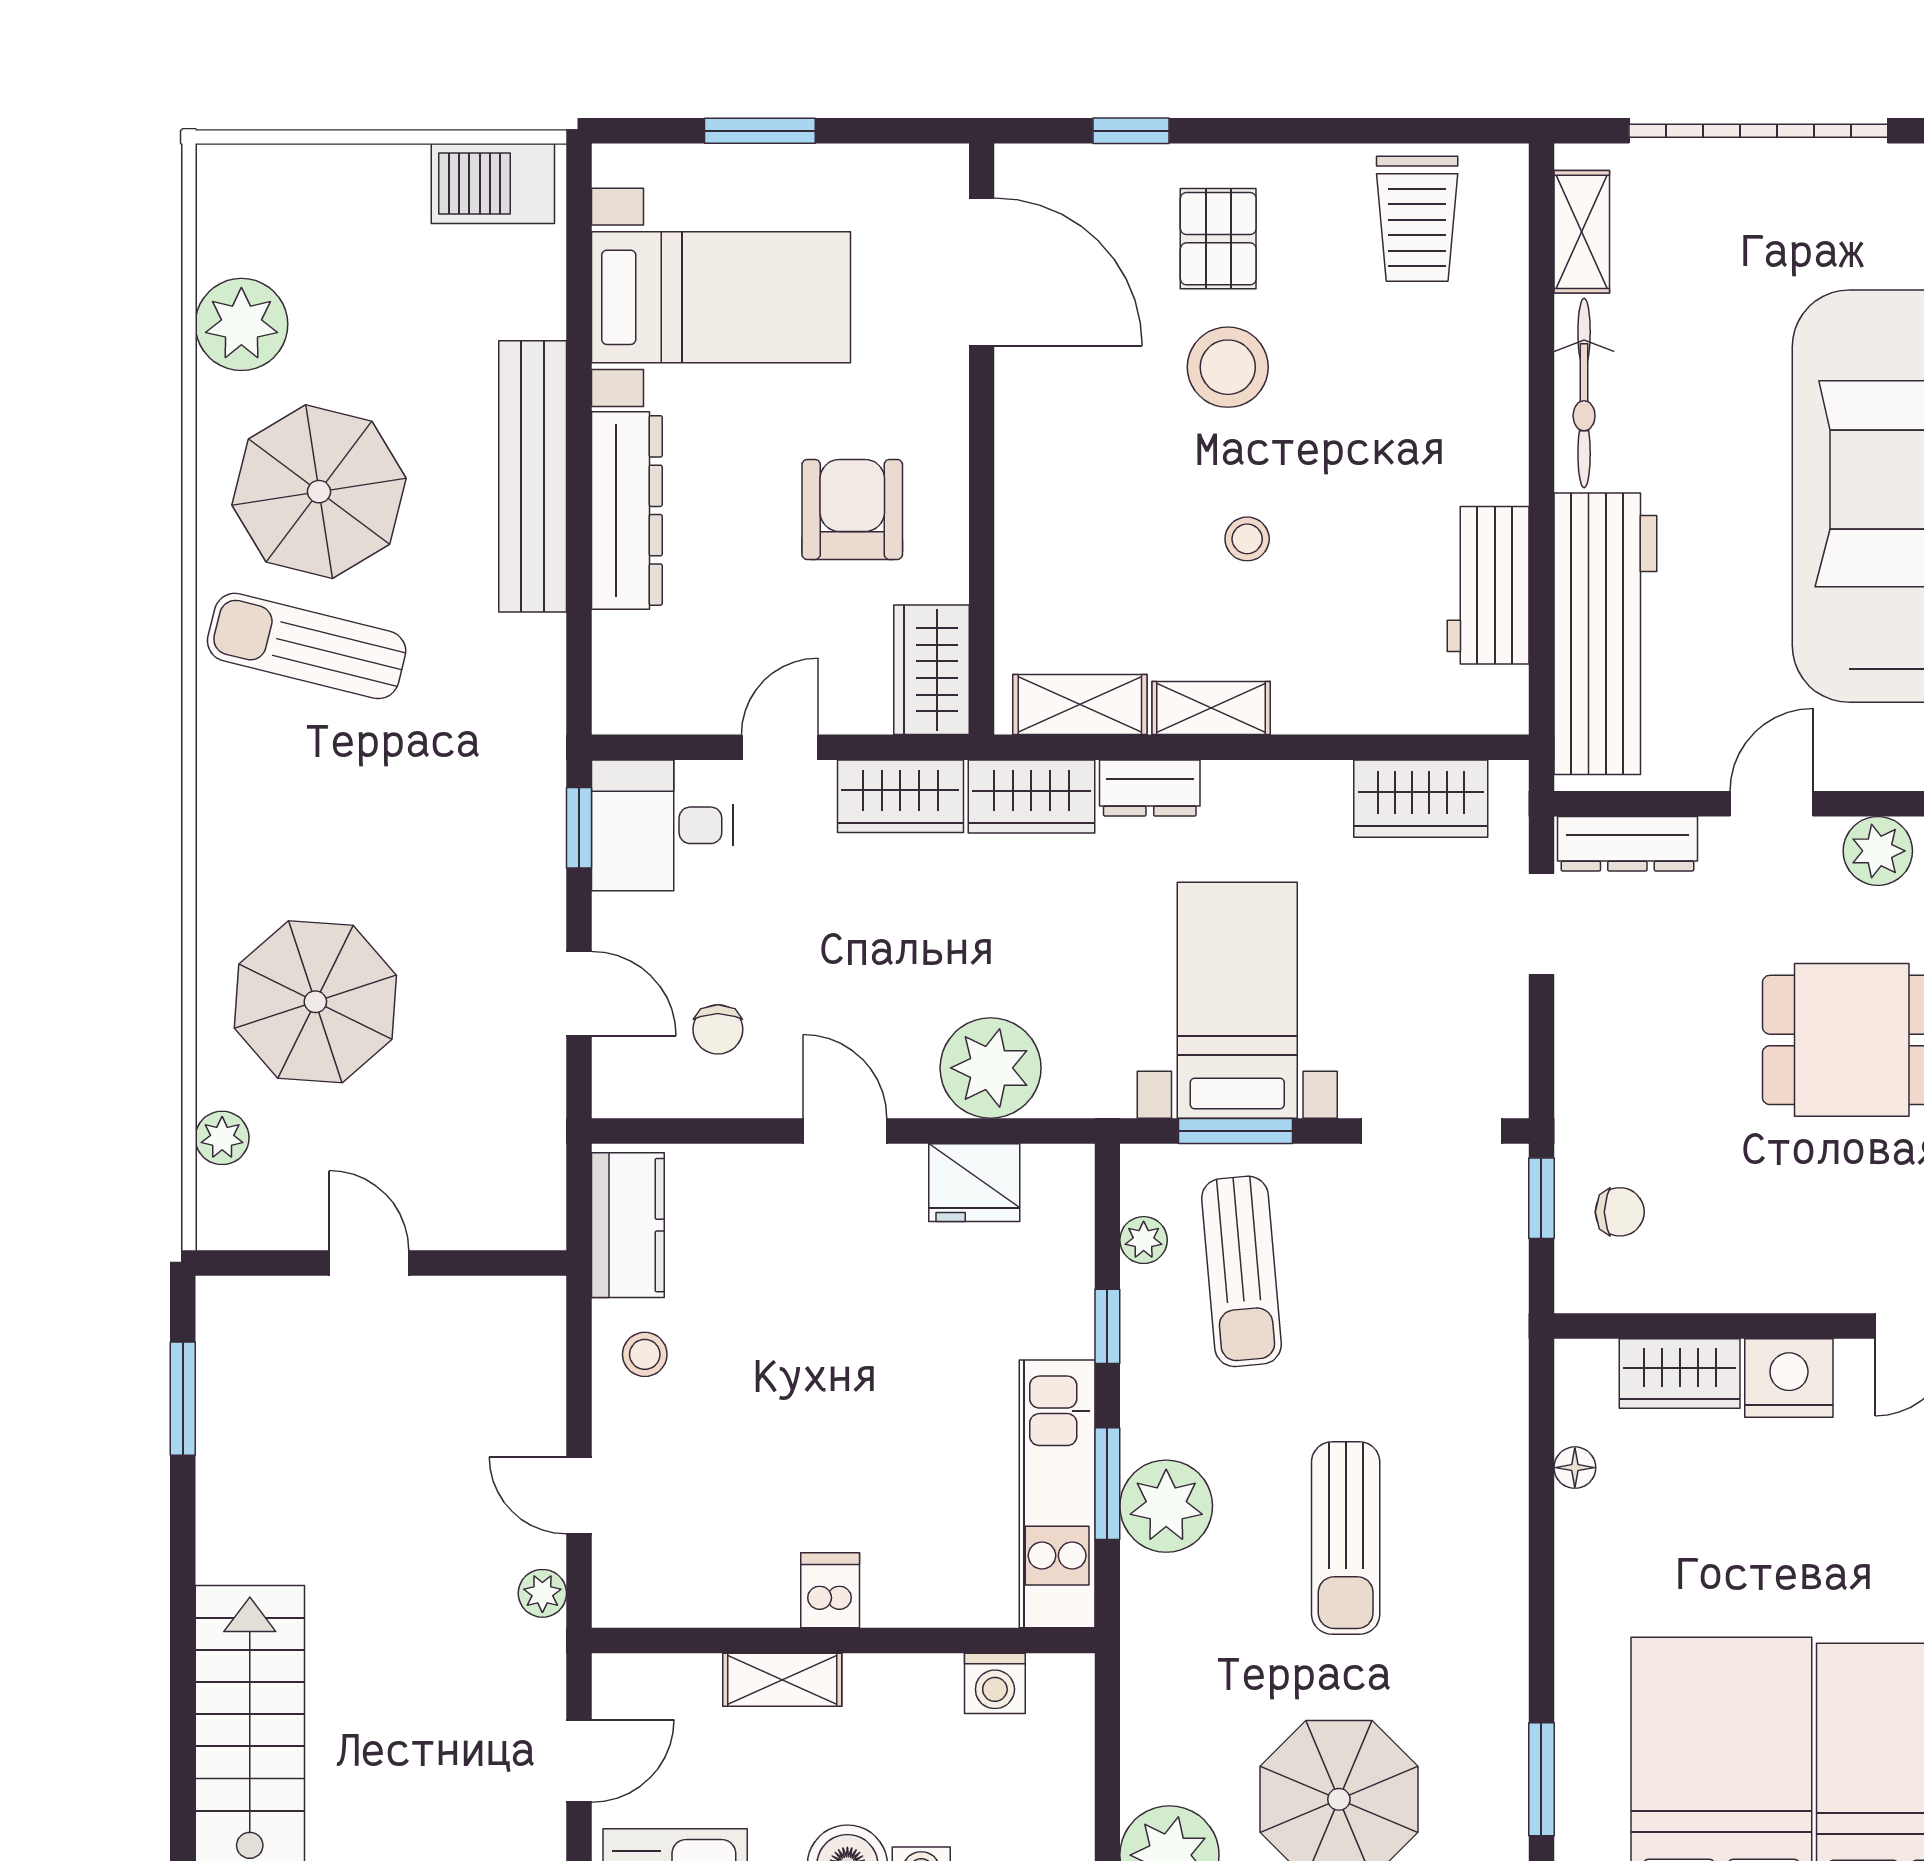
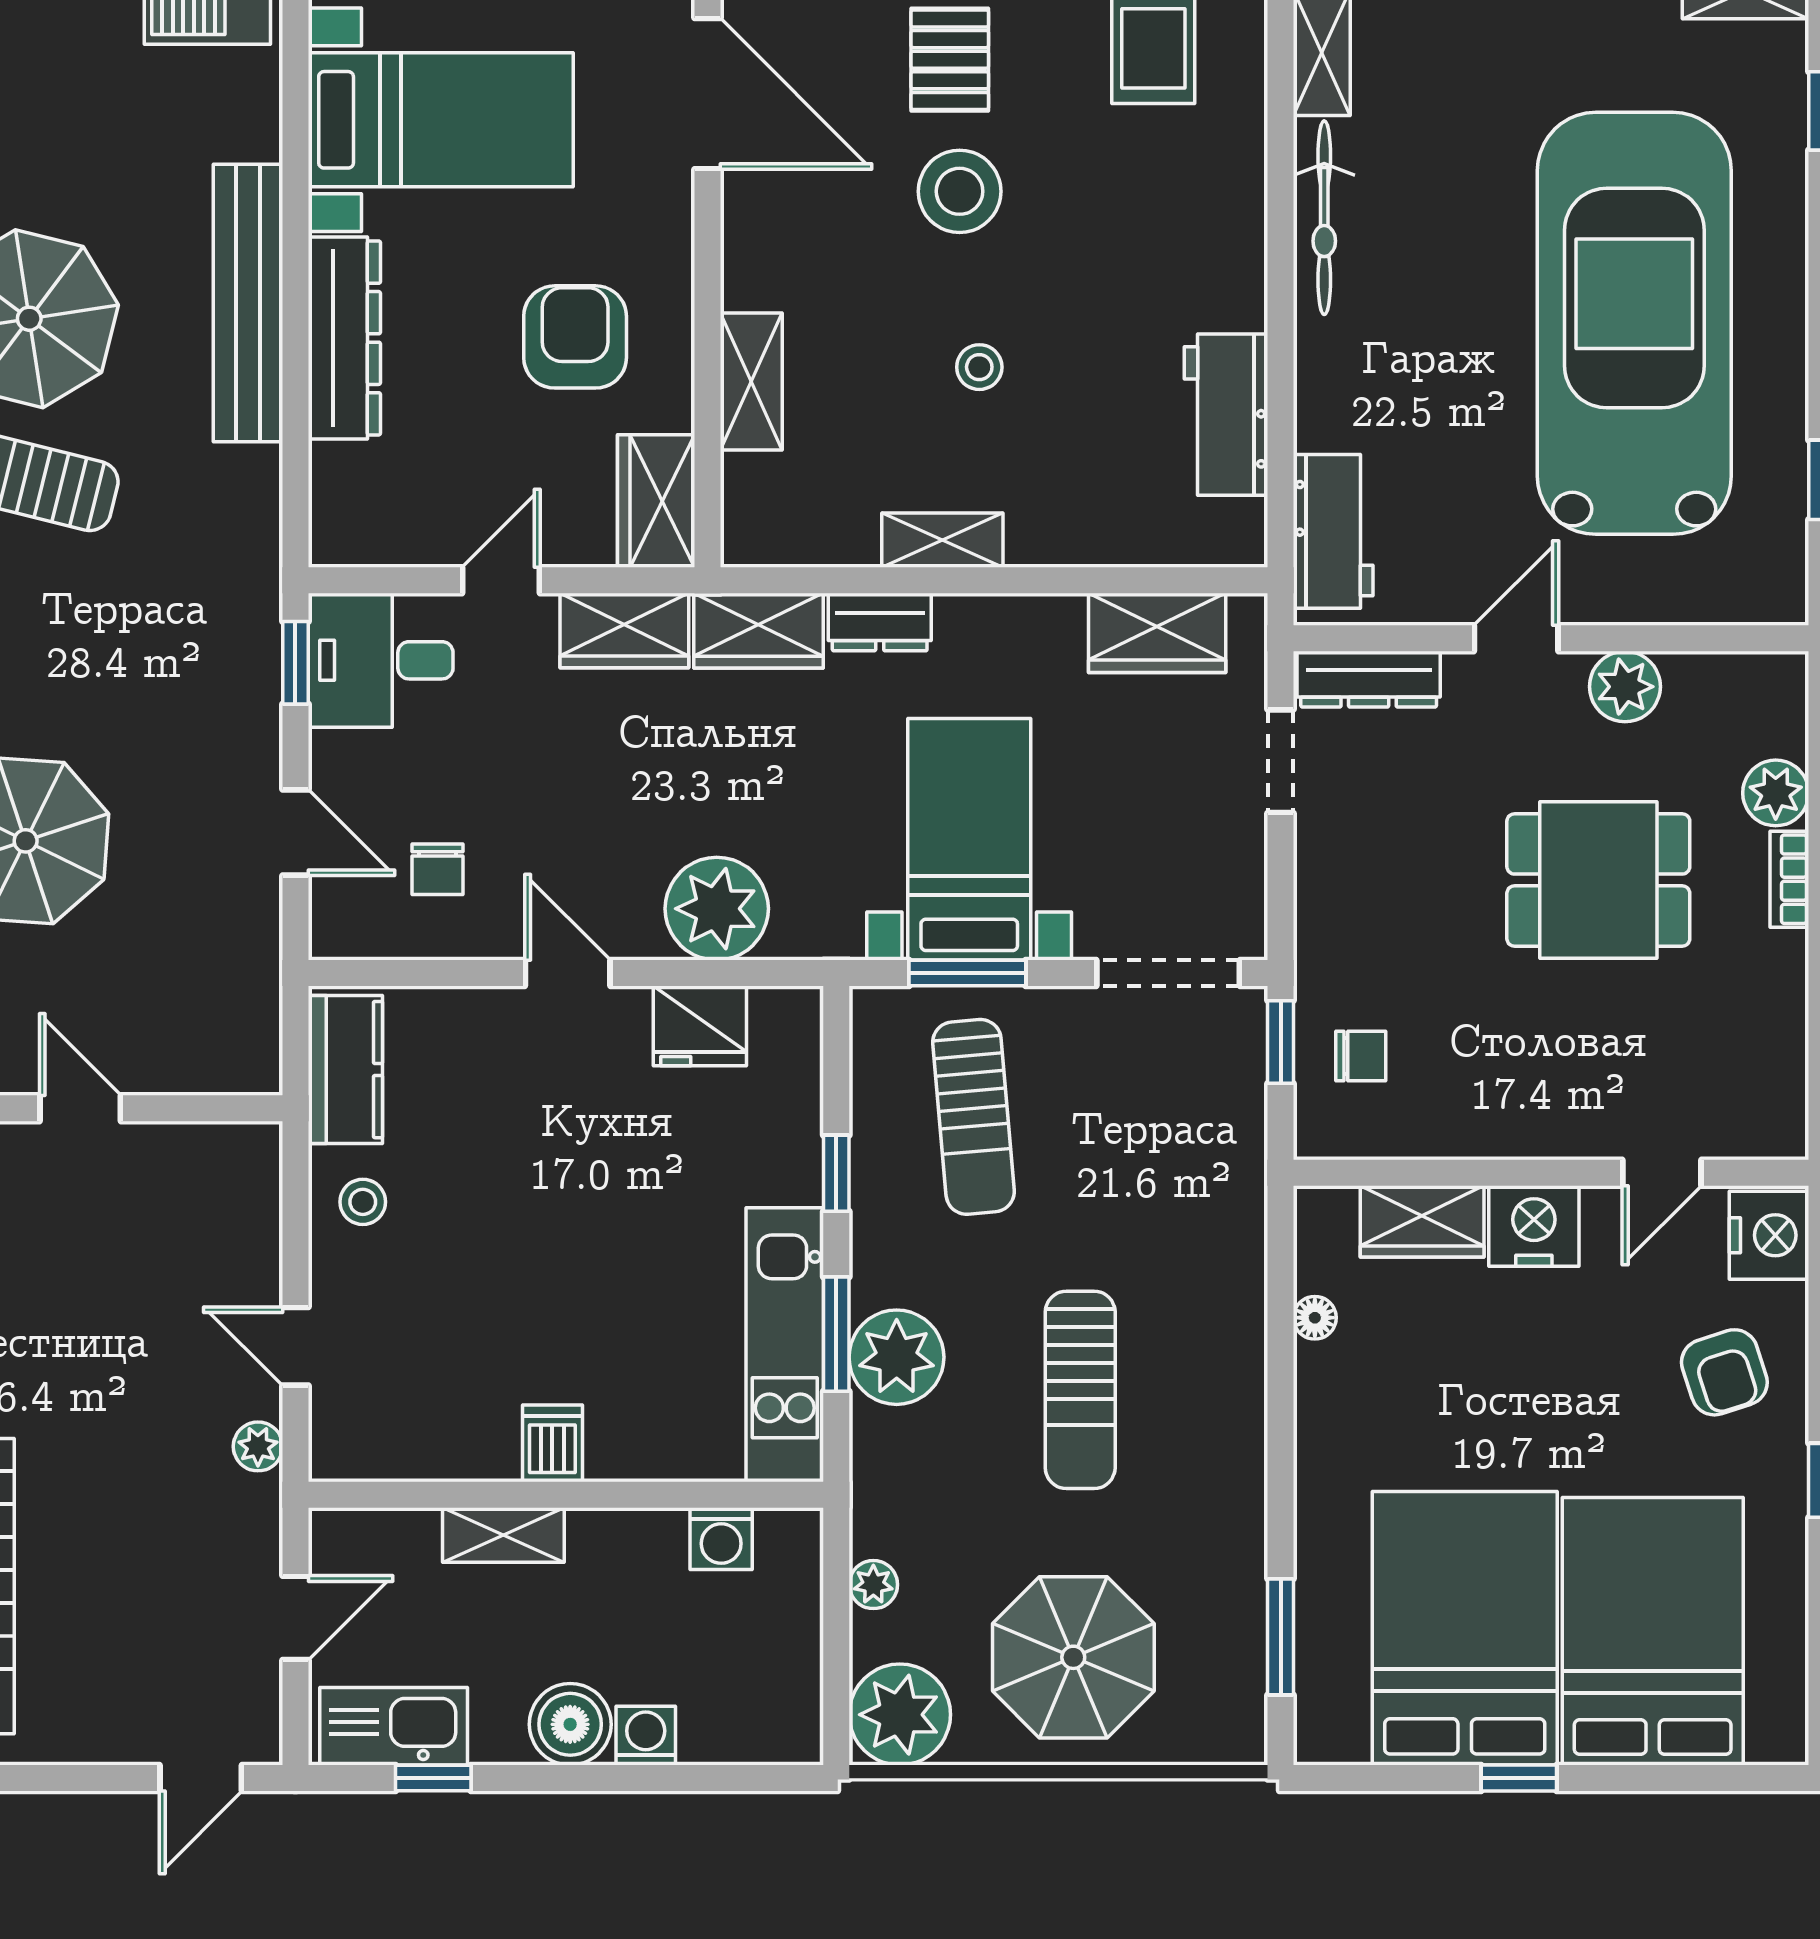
workbench: (1605, 634) -> (1333, 531), width x0.53, depth x0.76
shelving: (1080, 704) -> (751, 382), moved, turned 90
plant: (1144, 1240) -> (873, 1585), moved

